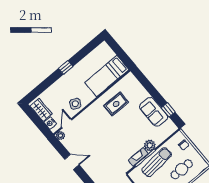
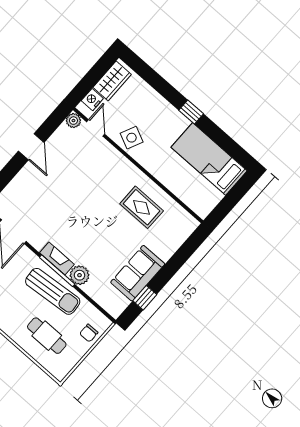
bed: (107, 76) -> (209, 159), moved
door: (67, 123) -> (96, 128), hinge flipped

